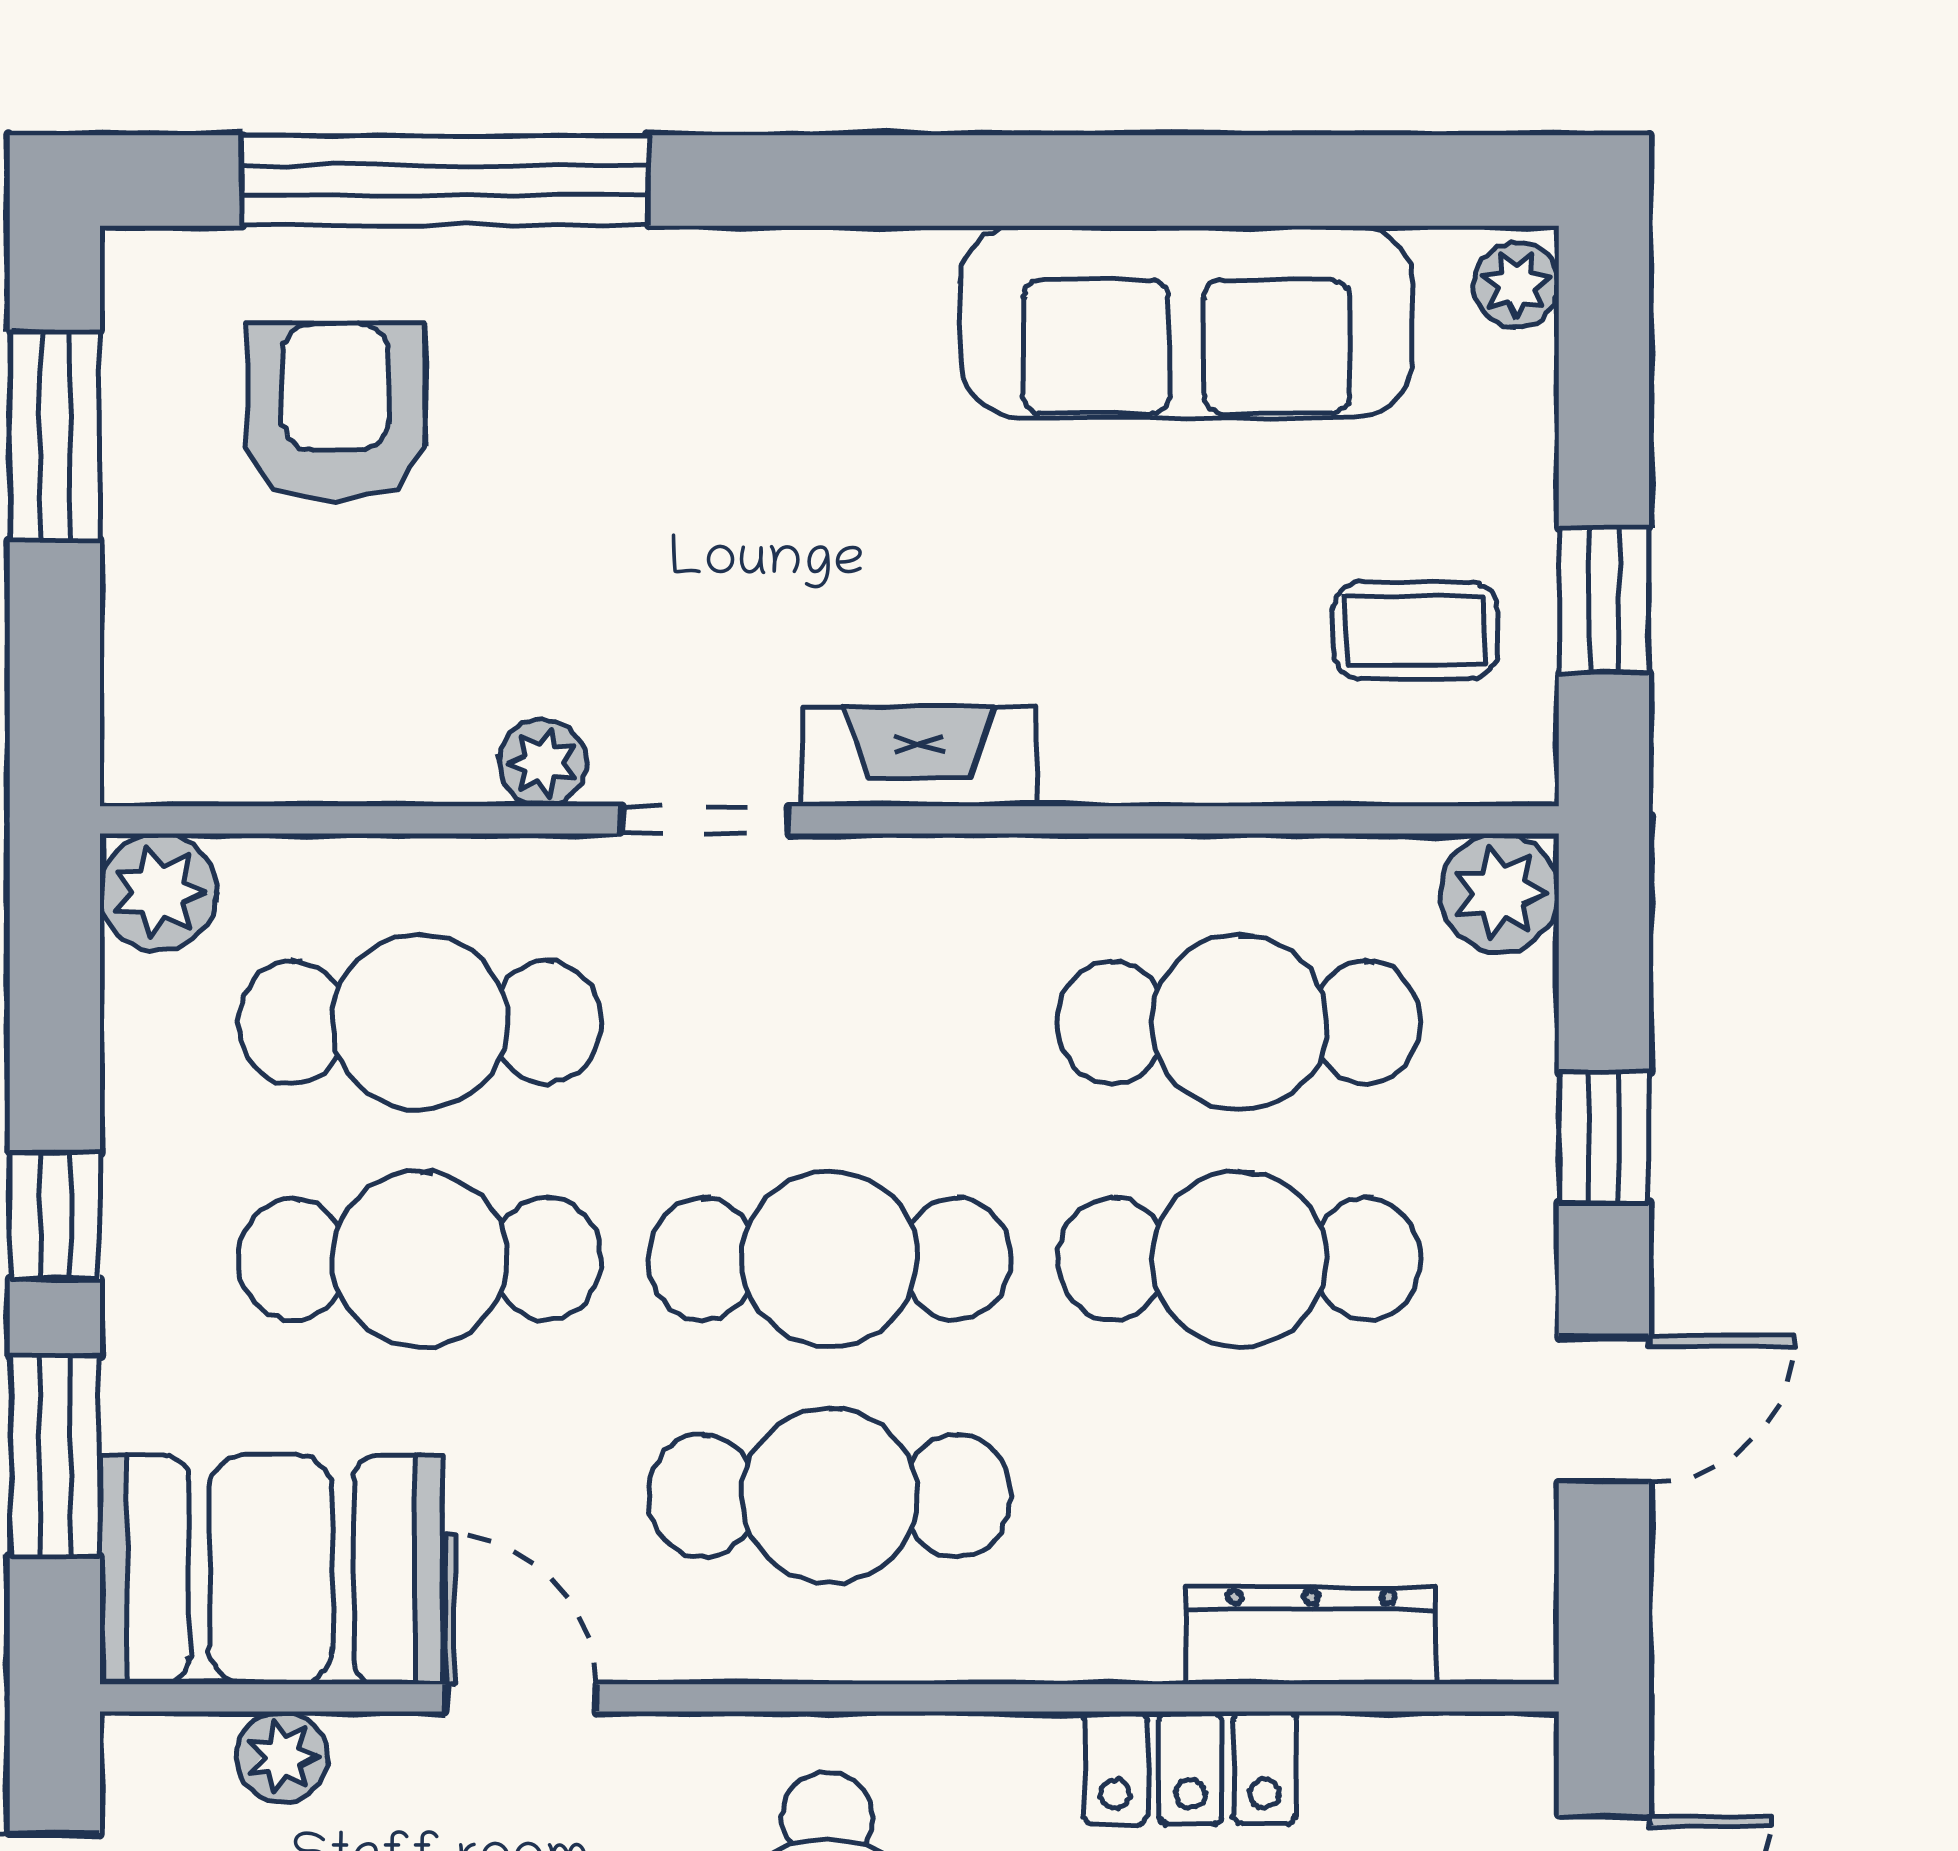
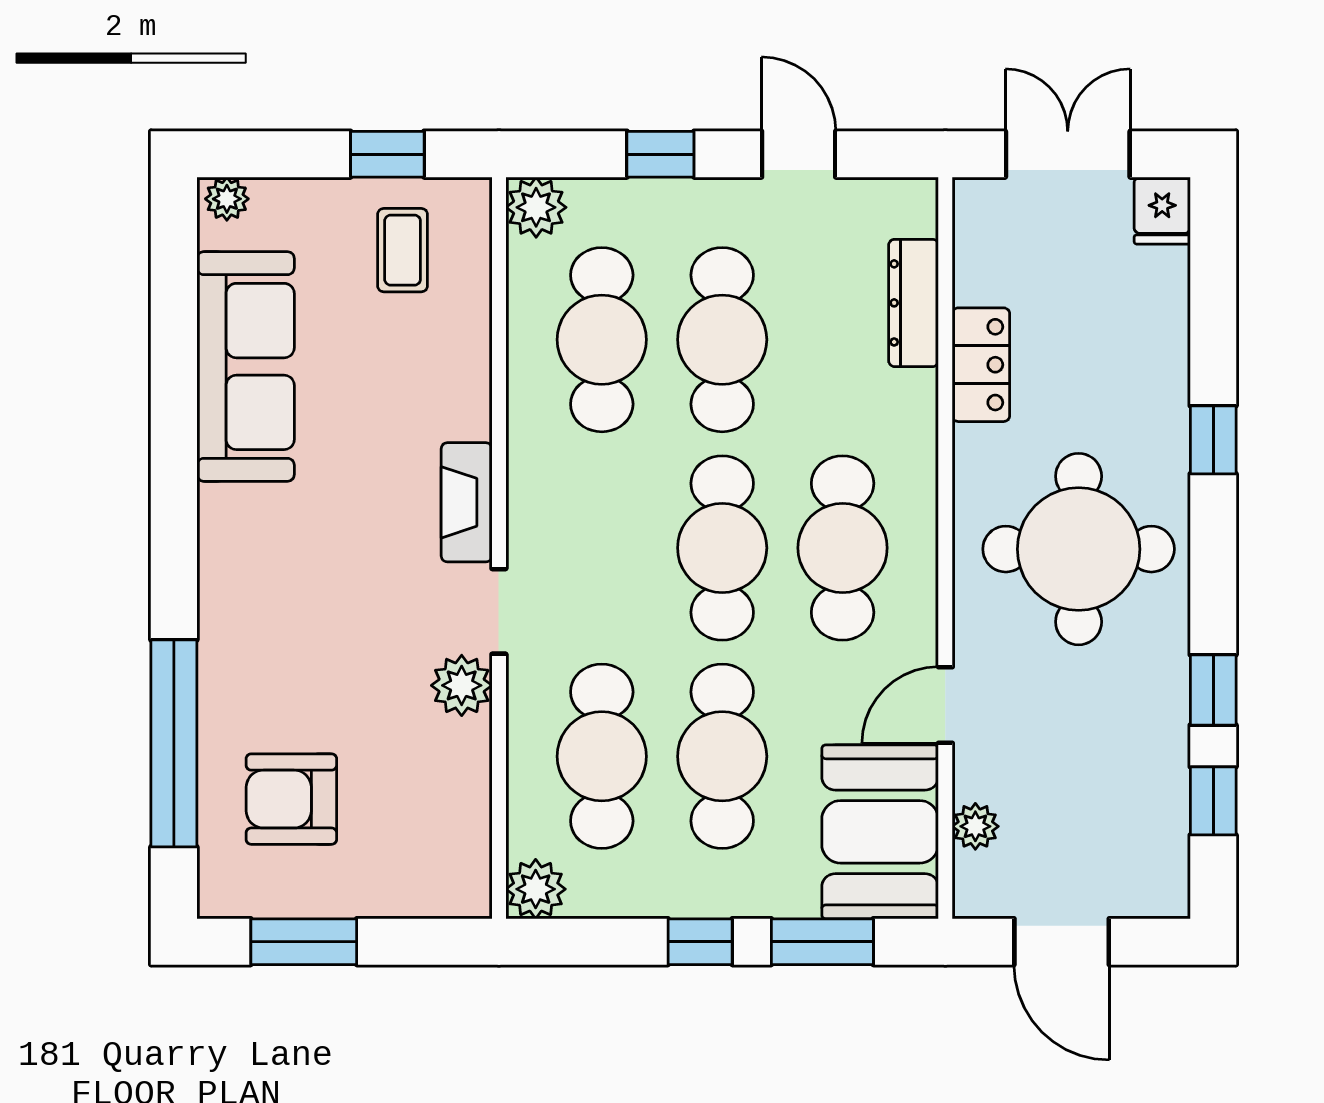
plant: (543, 763) -> (462, 685), width x1.38, depth x1.38

